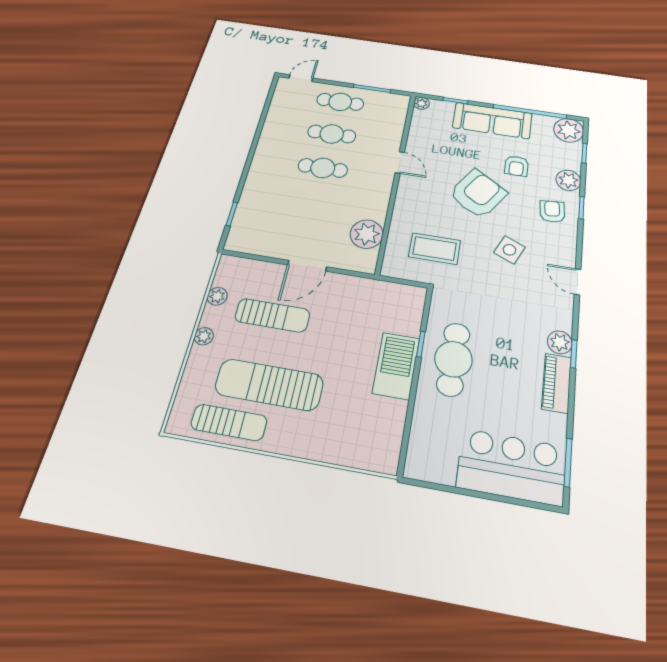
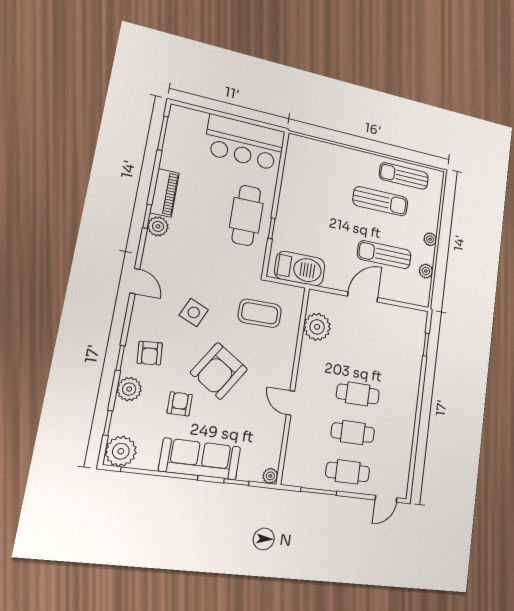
barbecue: (396, 366) -> (300, 269), moved, turned -90
sun lounger: (269, 385) -> (380, 201), width x0.73, depth x0.75
bar counter: (512, 467) -> (245, 143), moved

